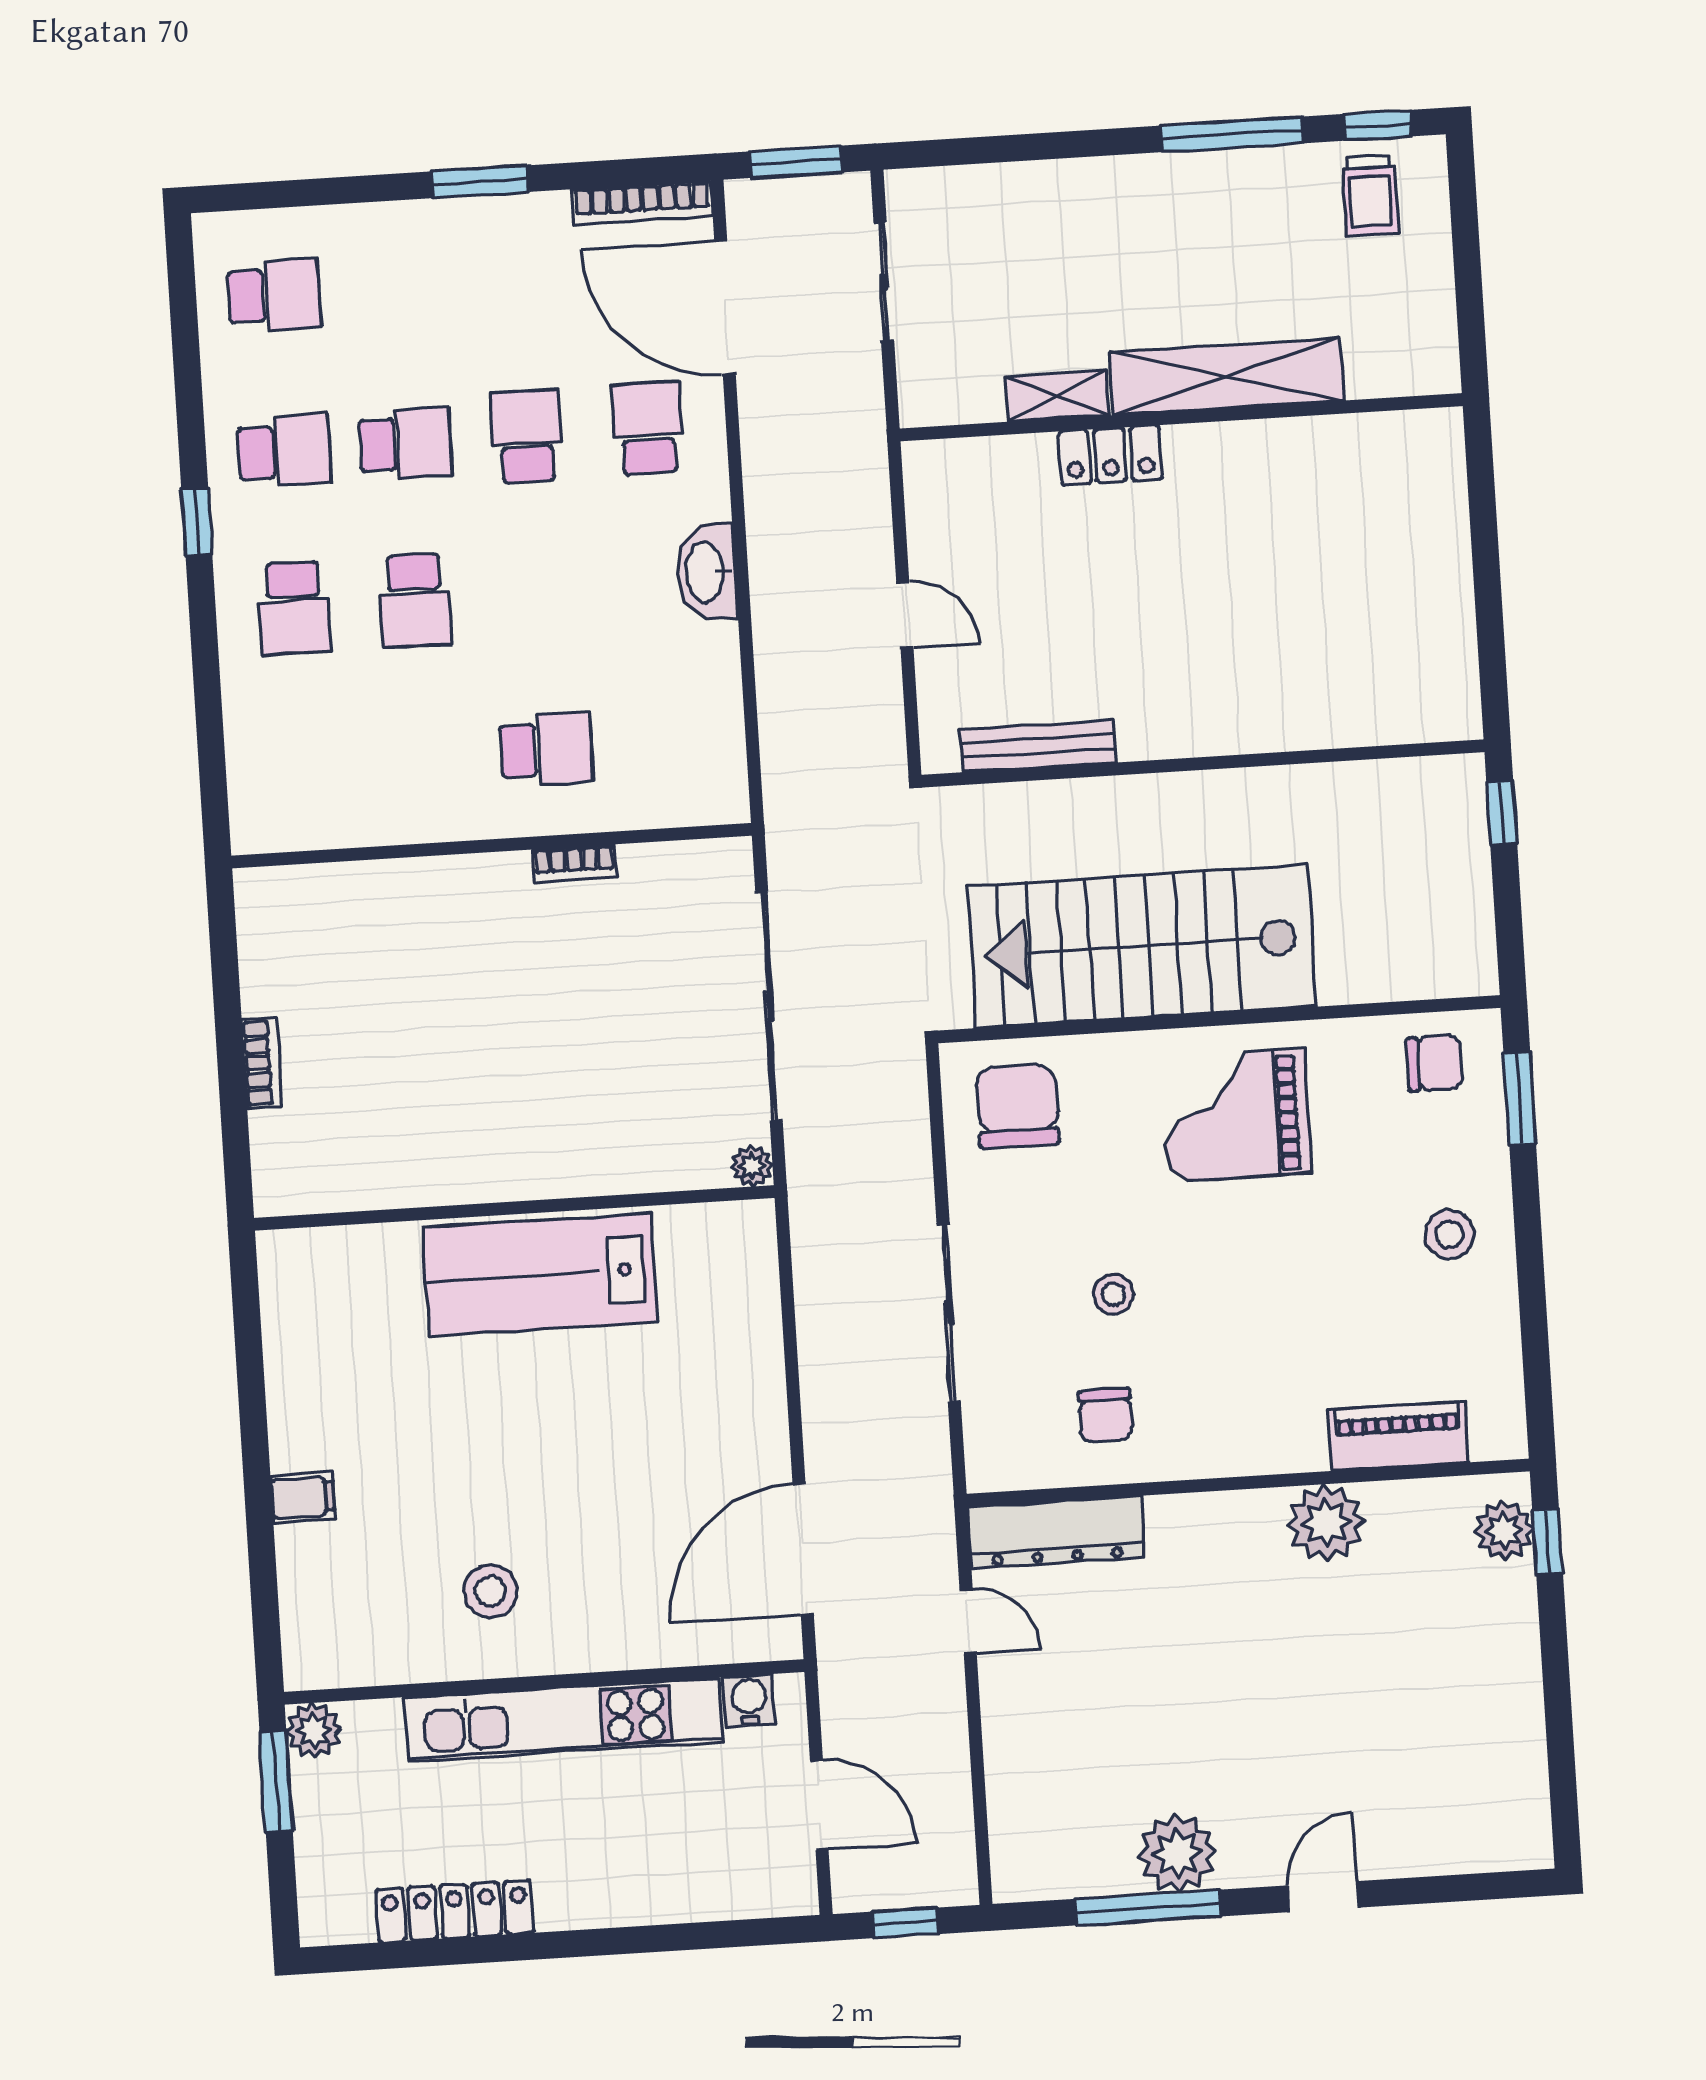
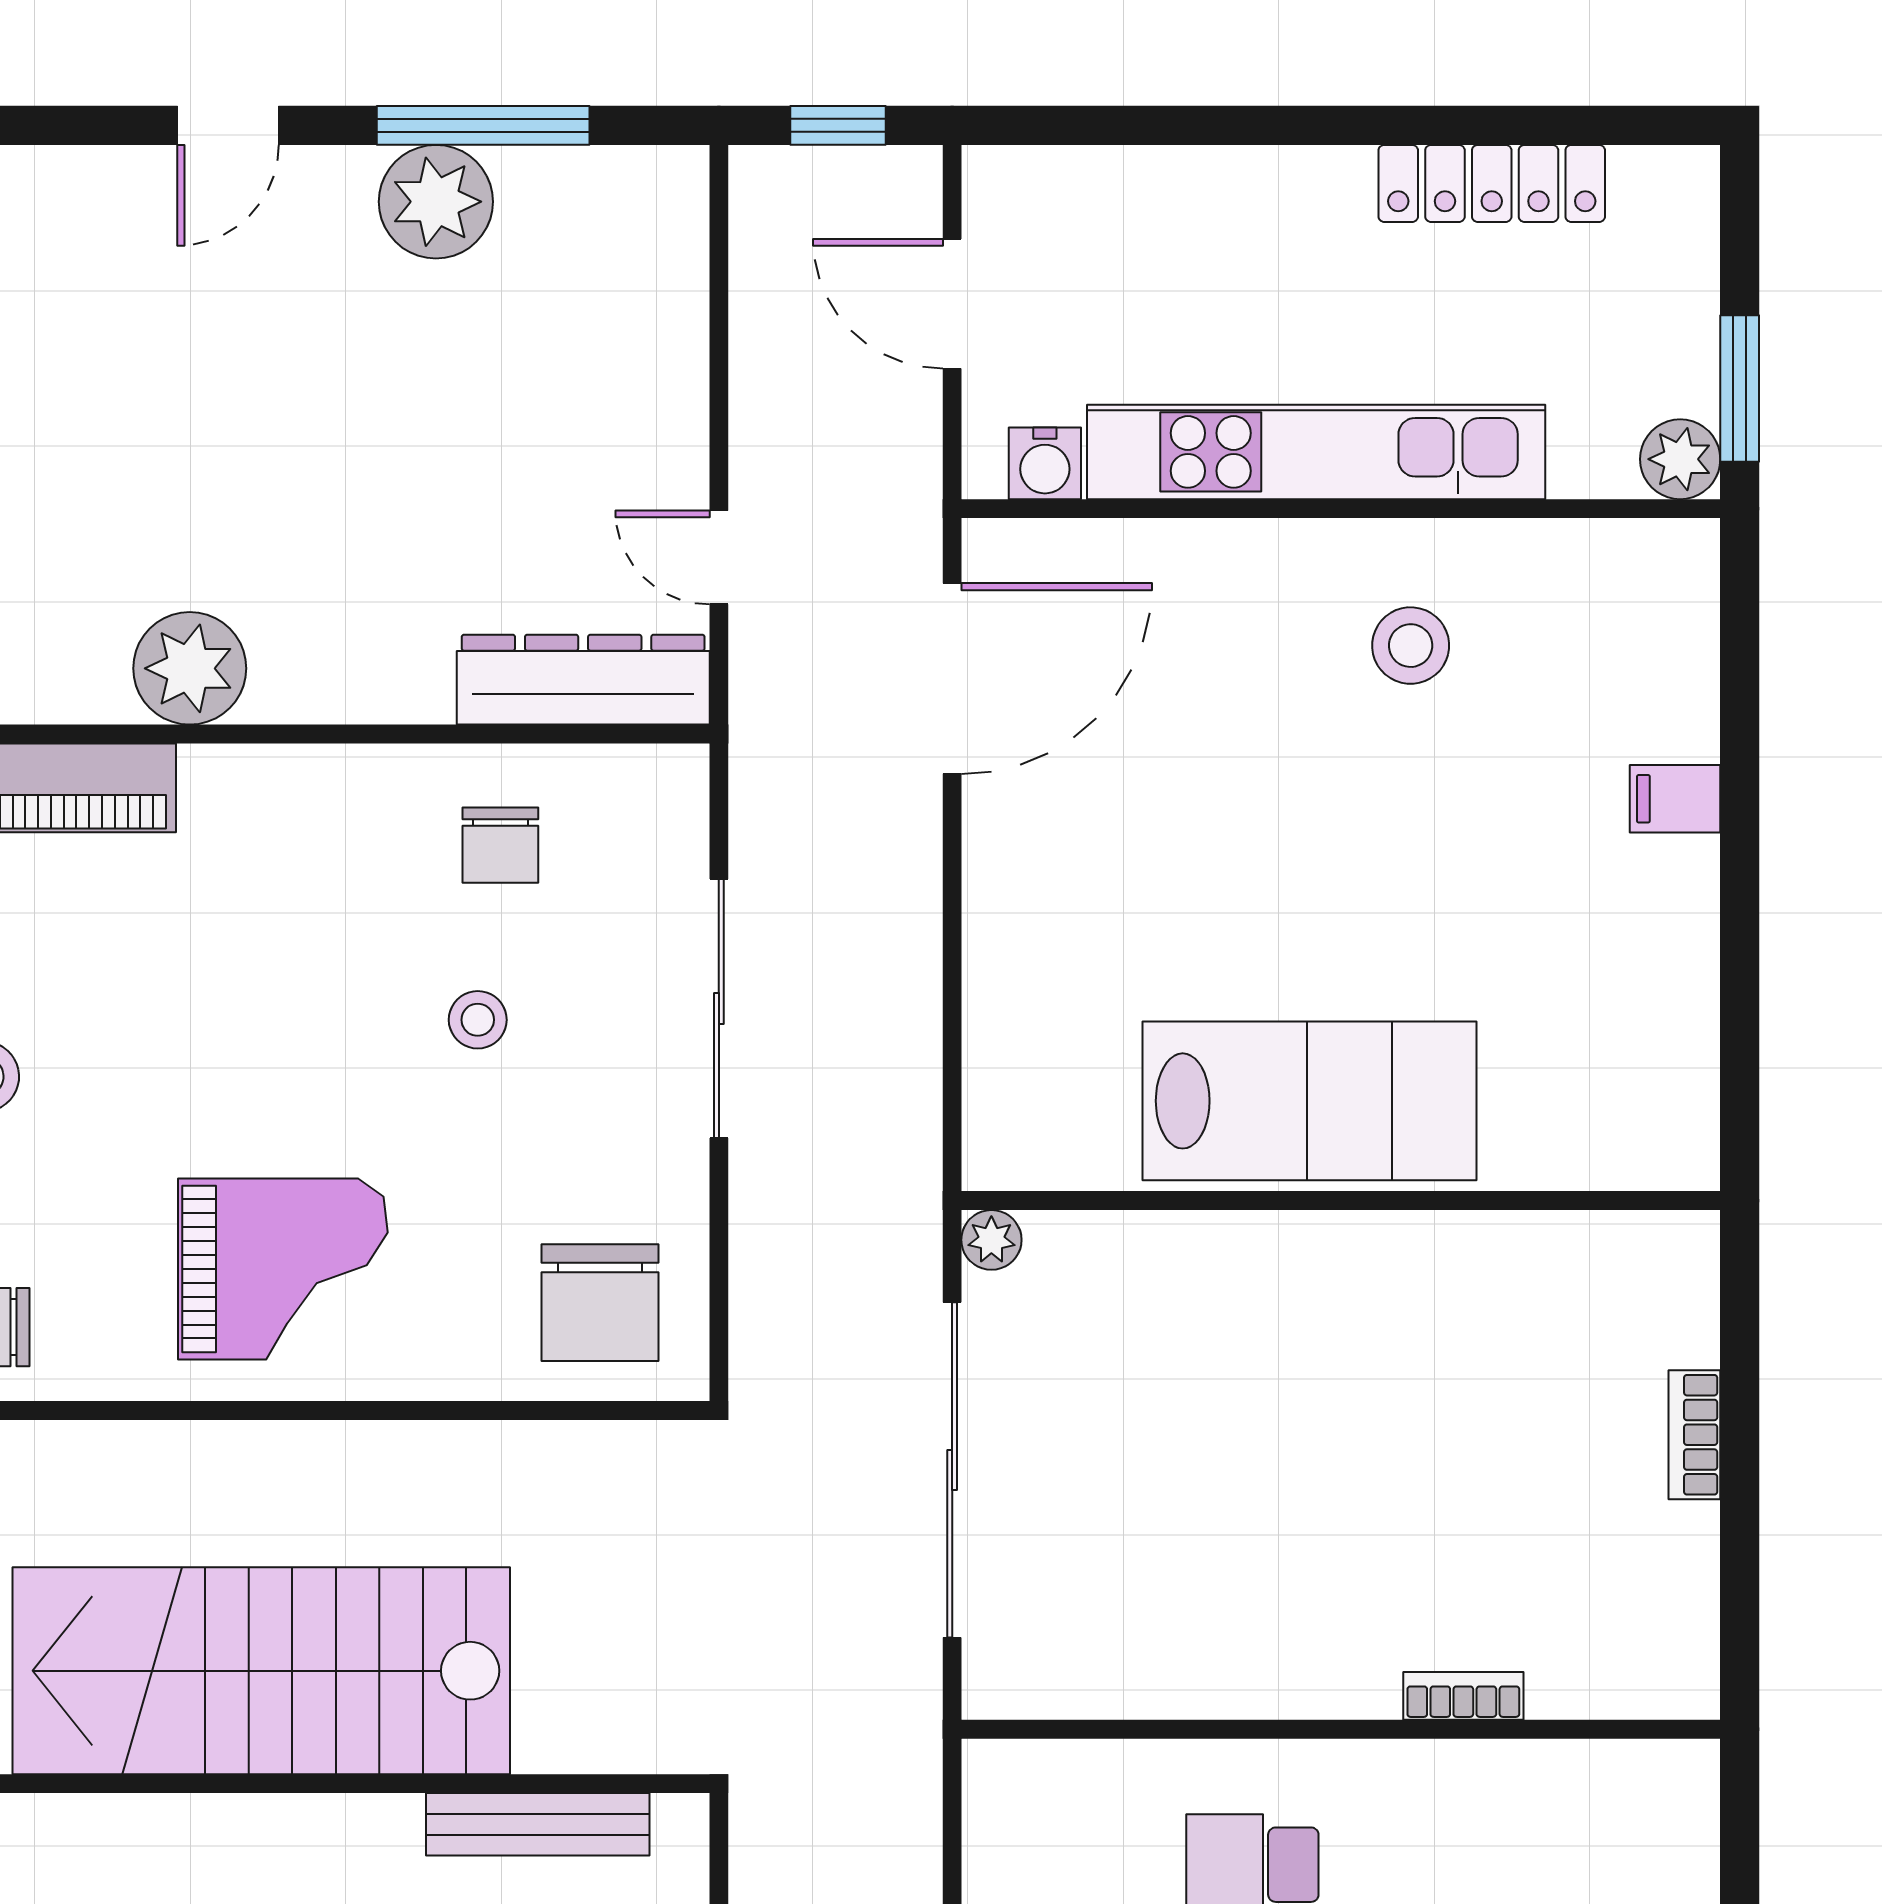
bookcase: (574, 863) -> (1463, 1696), moved
stairs: (1142, 946) -> (261, 1671), moved, turned 180
chair: (1105, 1415) -> (500, 845), turned 180

